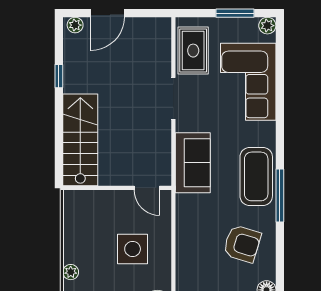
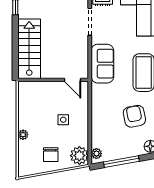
armchair: (242, 244) -> (134, 116), turned -118
side table: (133, 249) -> (63, 120), width x0.54, depth x0.54

